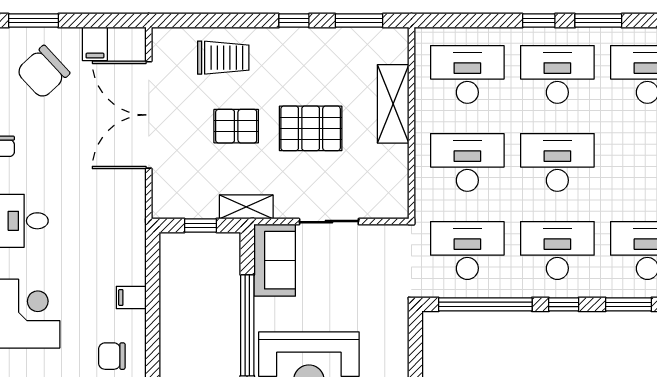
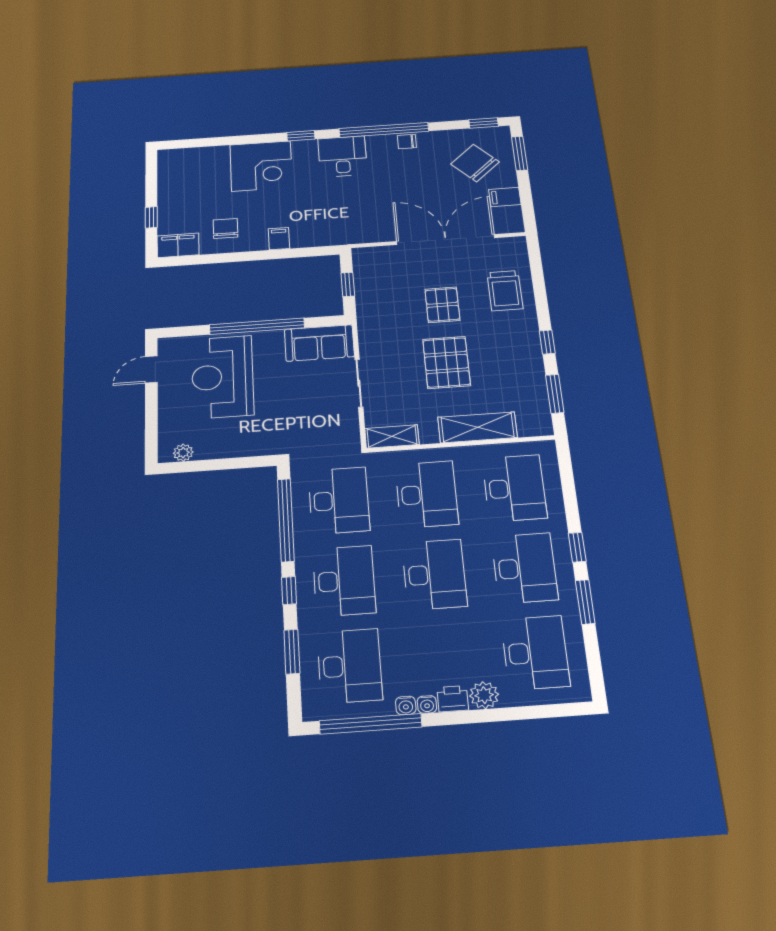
shelving: (246, 207) -> (392, 436), moved, turned 90

